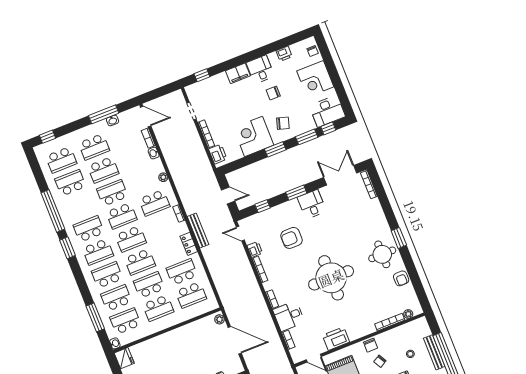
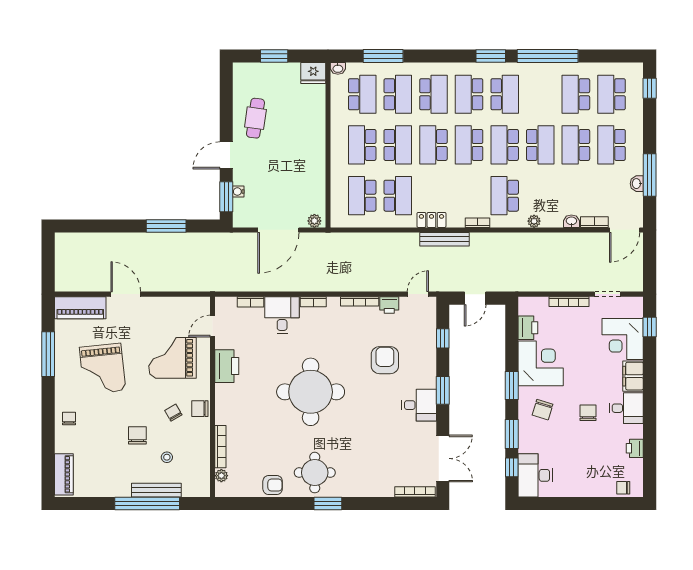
corner desk: (315, 79) -> (623, 339), moved, turned -90
printer: (218, 154) -> (528, 328), moved, turned -90
school desk: (70, 183) -> (576, 94), turned 180
armchair: (401, 278) -> (273, 485), turned 180

